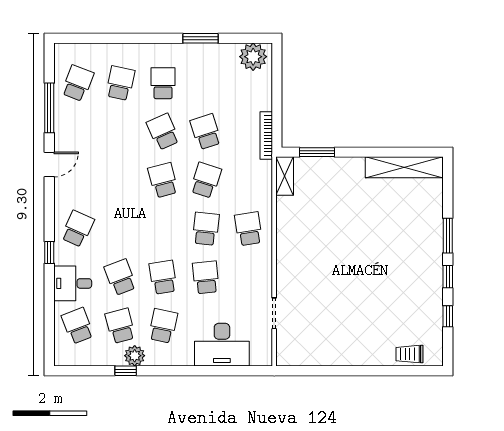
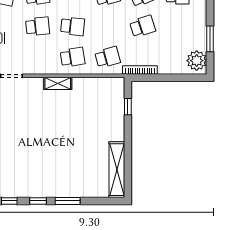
window: (201, 38) -> (210, 39), moved
window: (317, 152) -> (128, 107), width x0.67
shelving: (285, 176) -> (58, 83), moved
school desk: (206, 180) -> (108, 57), moved, turned -33

